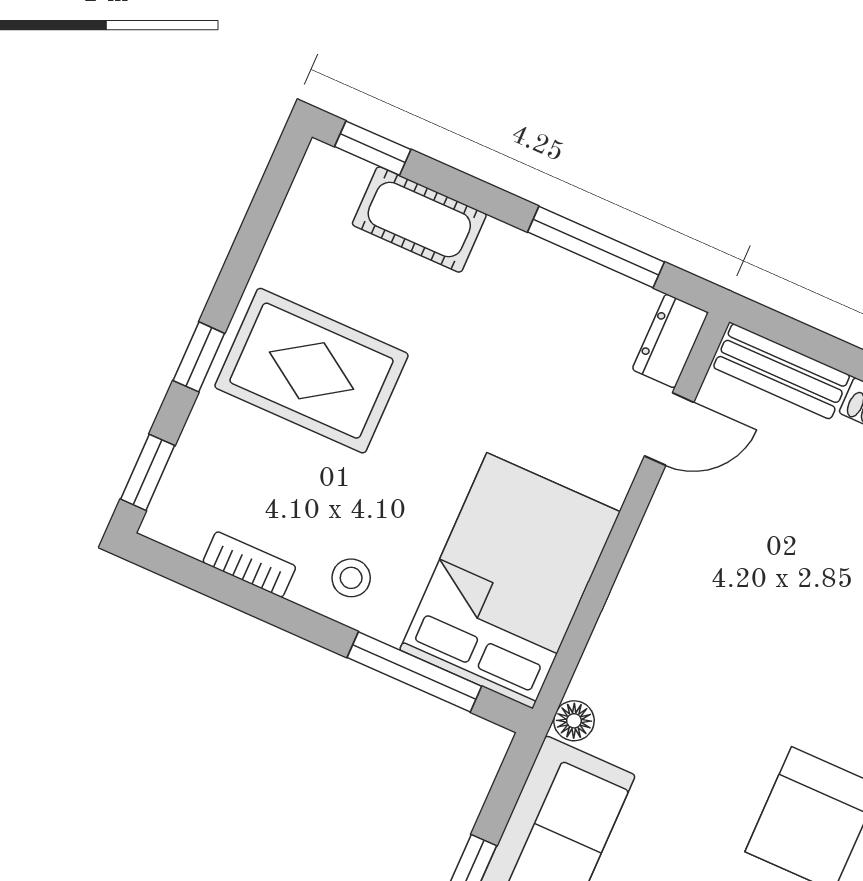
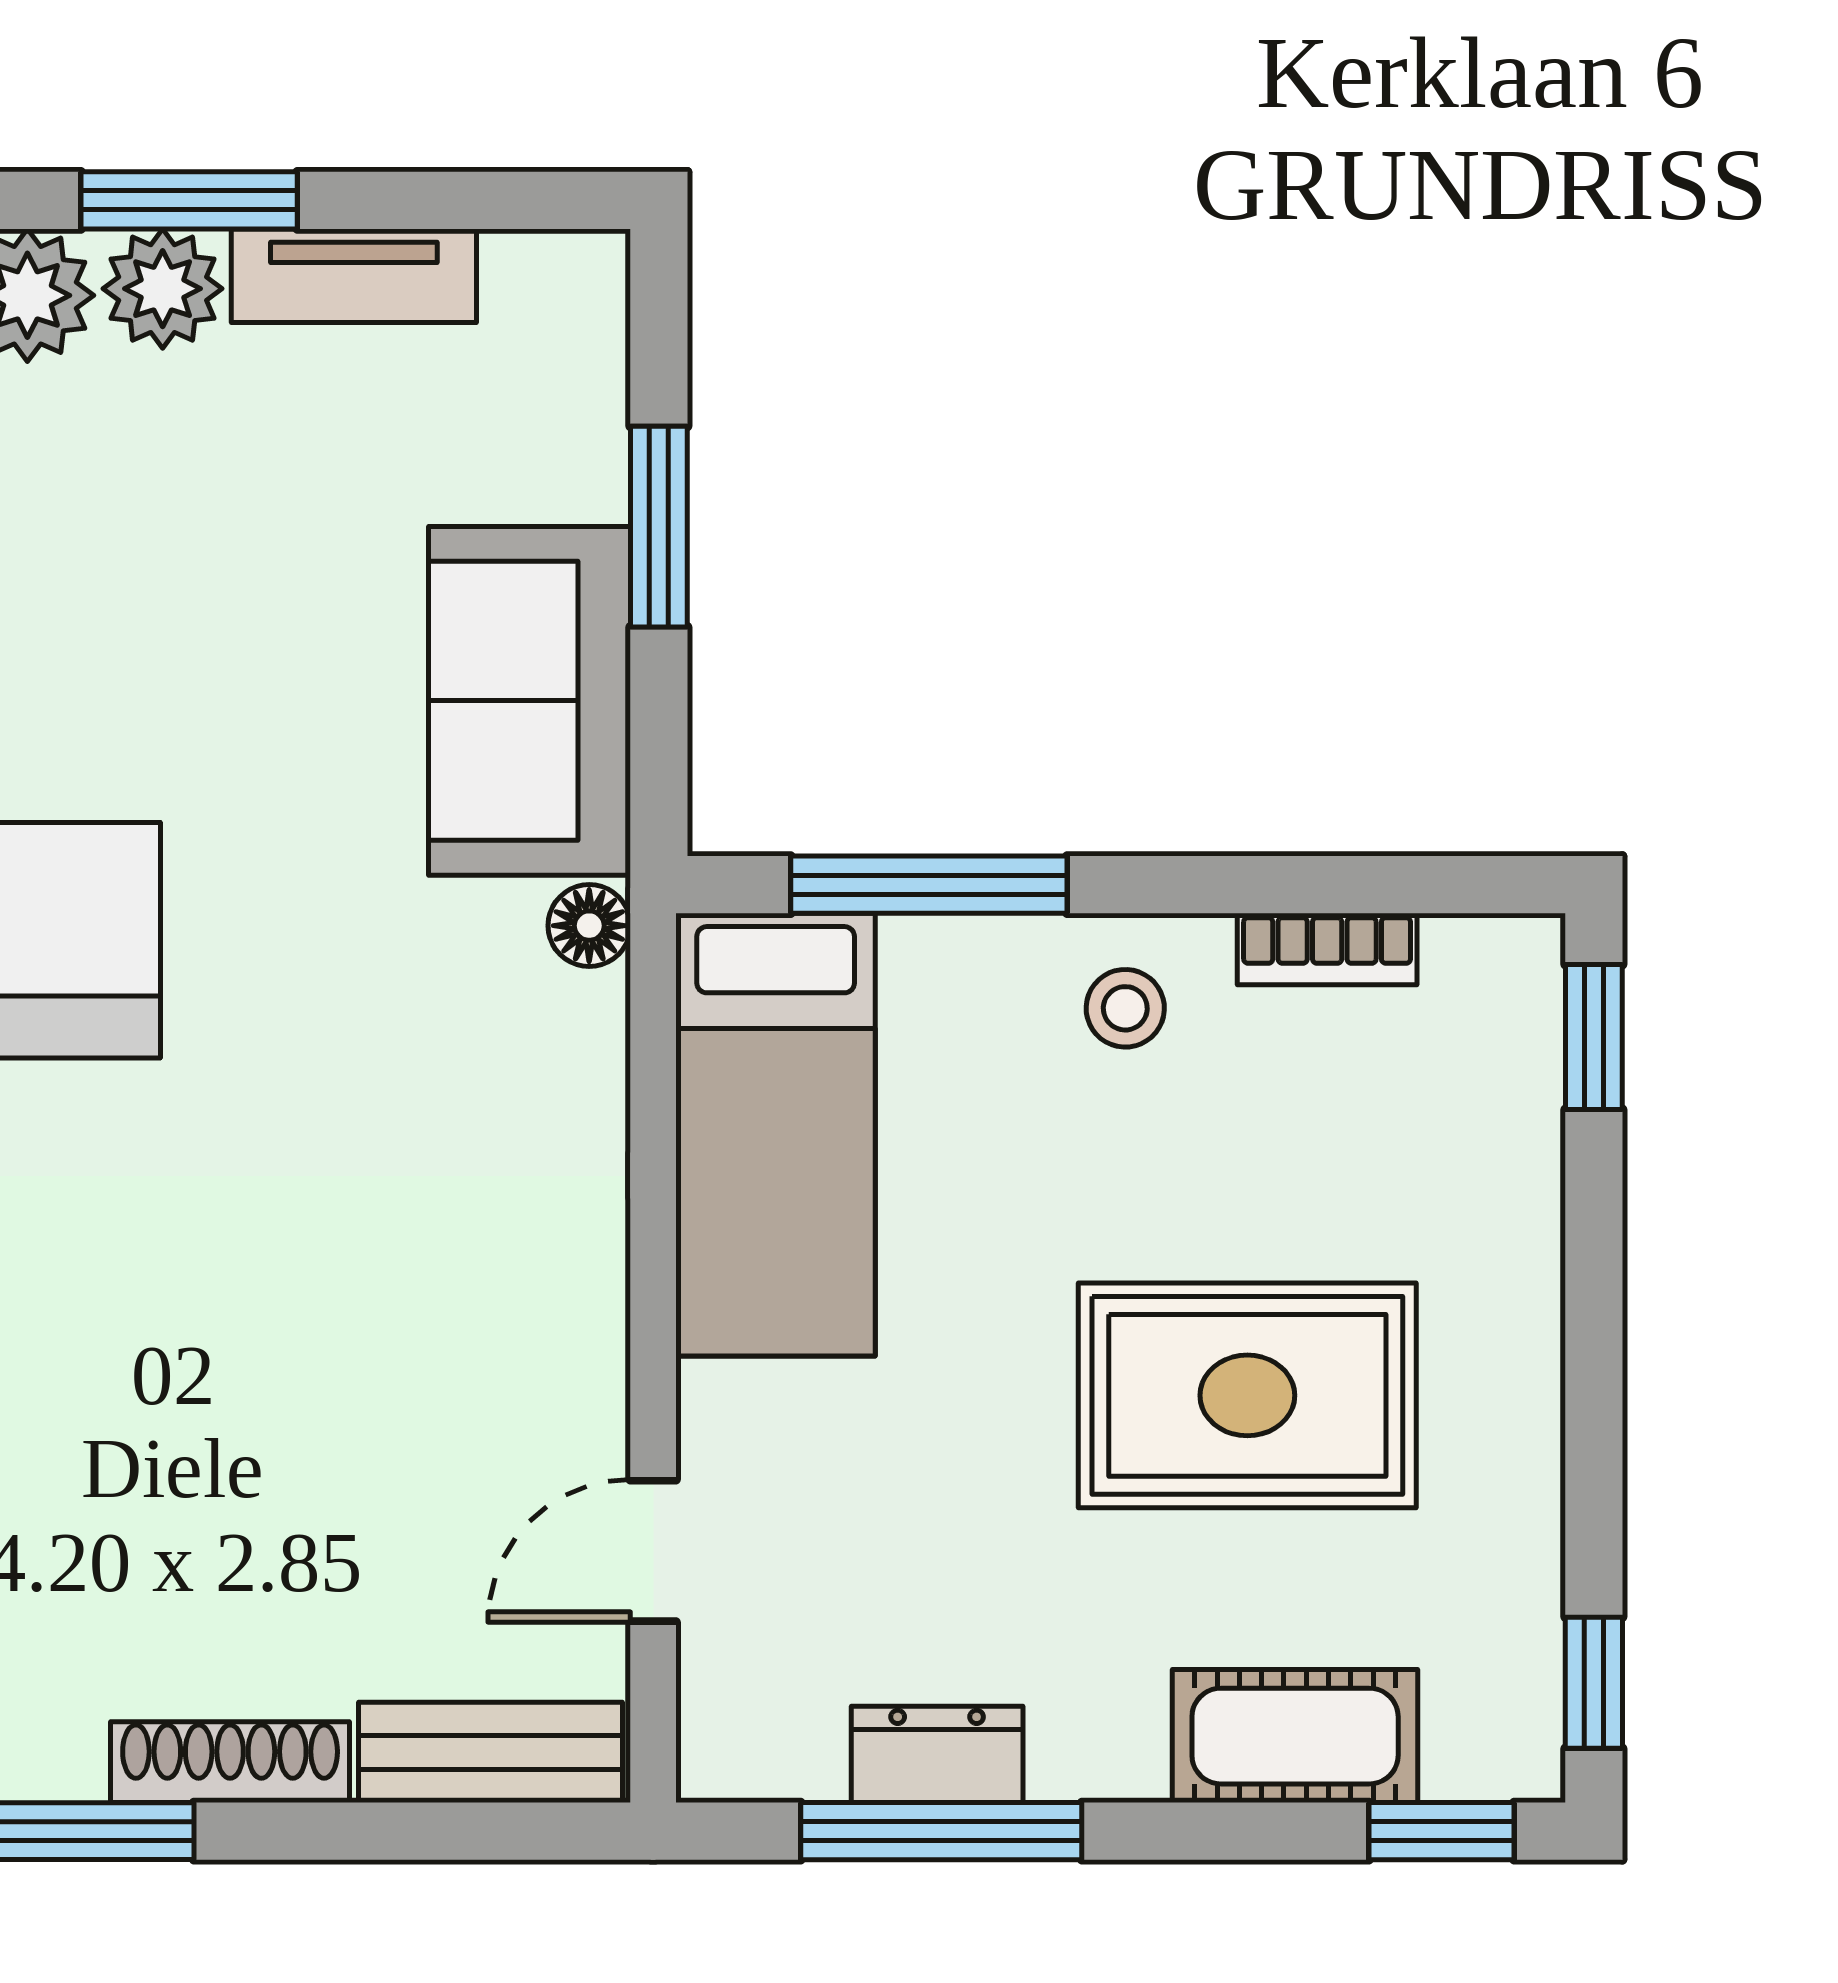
dresser: (670, 341) -> (937, 1754), moved, turned -90
window: (199, 357) -> (1594, 1683), moved
rug: (311, 371) -> (1247, 1395), moved
bed: (510, 581) -> (776, 1135), width x0.67

